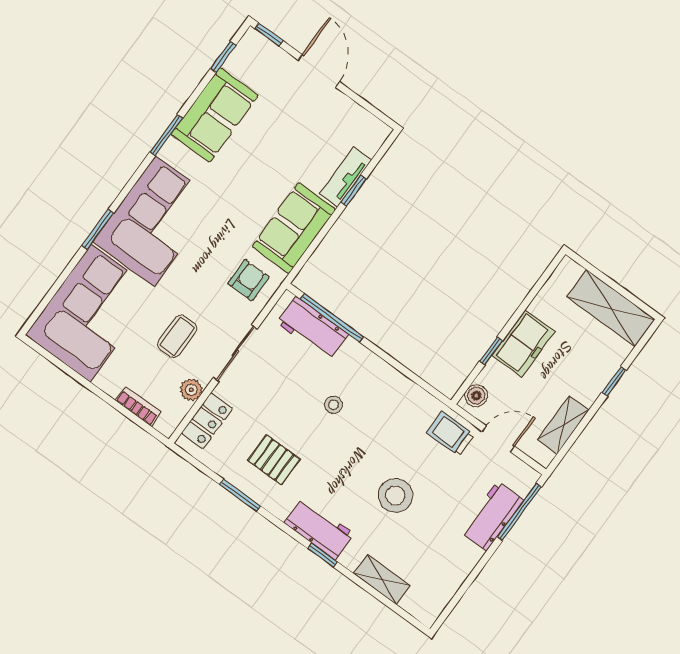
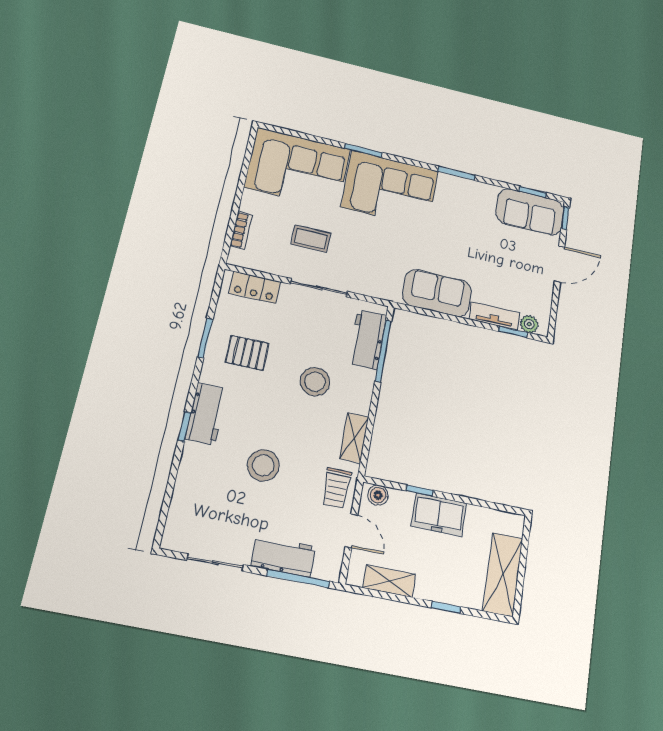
sofa: (215, 115) -> (530, 212), moved
window: (354, 190) -> (513, 332), moved
armchair: (248, 280) -> (380, 275), removed
plant: (191, 390) -> (529, 324), moved
stool: (334, 405) -> (315, 382), width x1.89, depth x1.89
trolley: (450, 434) -> (336, 488), turned 180
pallet: (274, 460) -> (247, 353), turned 90
shelving: (382, 580) -> (354, 438), moved
sliding door: (468, 583) -> (215, 563), added

